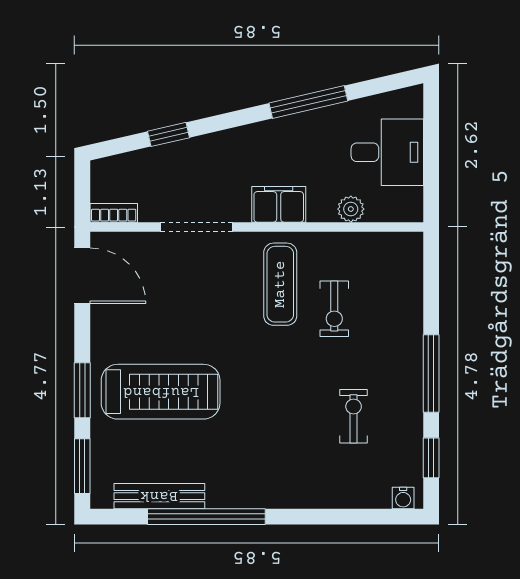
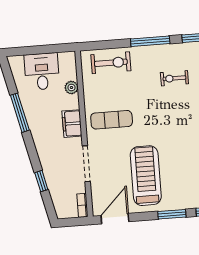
exercise bike: (334, 309) -> (111, 63), moved, width x1.38, depth x1.39
treadmill: (161, 392) -> (146, 176), moved

